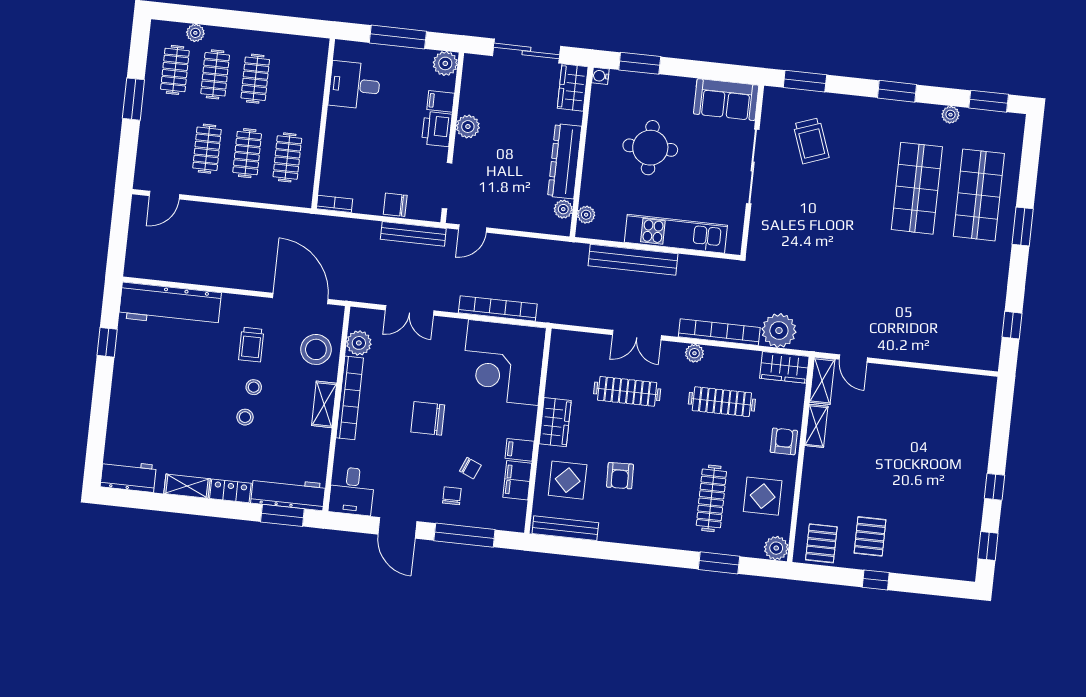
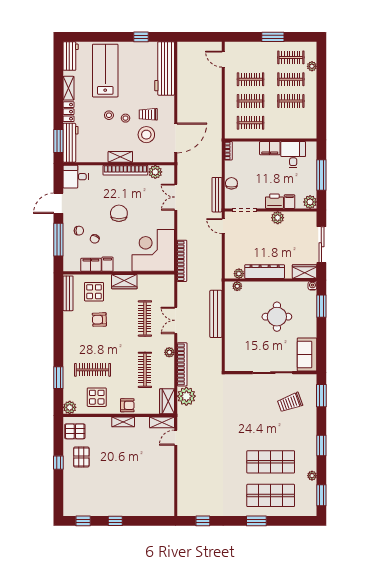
filing cabinet: (338, 127) -> (270, 148), added
kitchen unit: (676, 234) -> (232, 335), removed
bookcase: (498, 308) -> (182, 261), moved
stool: (316, 349) -> (146, 135), moved
lab bench: (162, 415) -> (105, 71), added
shelving: (816, 426) -> (123, 422), moved
pallet: (870, 536) -> (81, 457), turned 90

